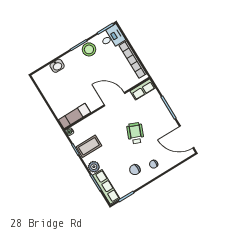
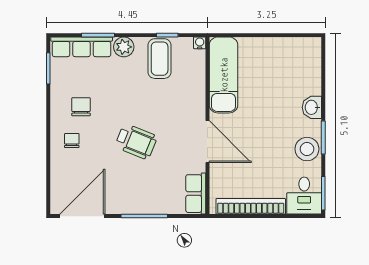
washbasin: (57, 66) -> (312, 107), moved
door: (115, 99) -> (207, 142), hinge flipped
exam couch: (74, 116) -> (224, 75), width x1.36, depth x1.45

